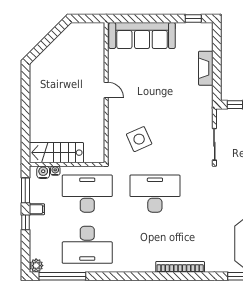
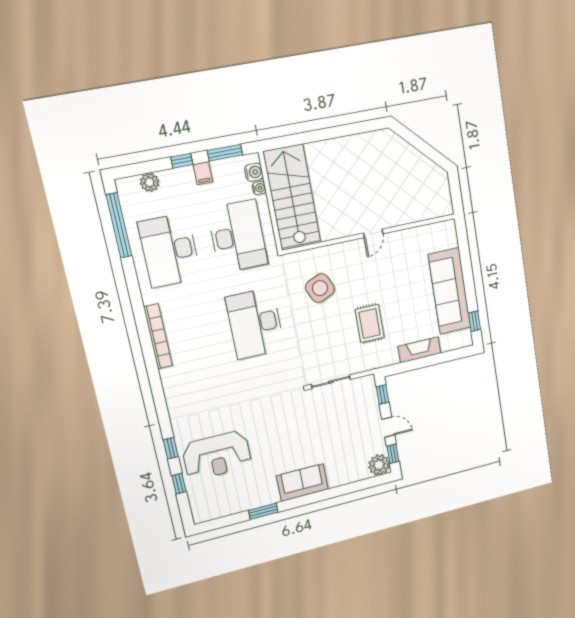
sofa: (142, 36) -> (450, 291), moved
rug: (175, 105) -> (370, 323), added
stairs: (56, 153) -> (292, 197), width x1.36, depth x1.51
desk: (155, 194) -> (255, 323), turned 180
plant: (36, 266) -> (150, 182), moved
bookcase: (180, 267) -> (158, 336), moved

